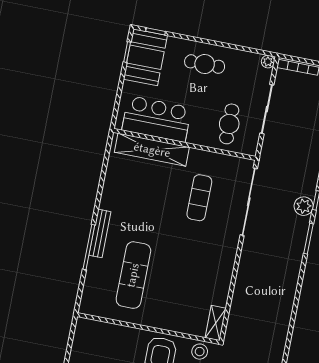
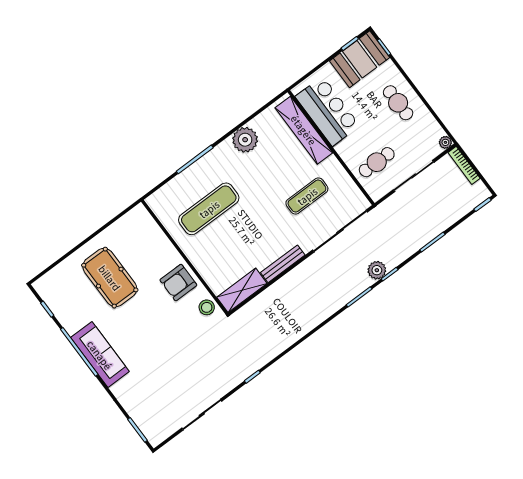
plant: (114, 197) -> (245, 140), added
bench: (100, 233) -> (283, 264), moved
shelving: (216, 323) -> (242, 290), width x1.50, depth x1.33

